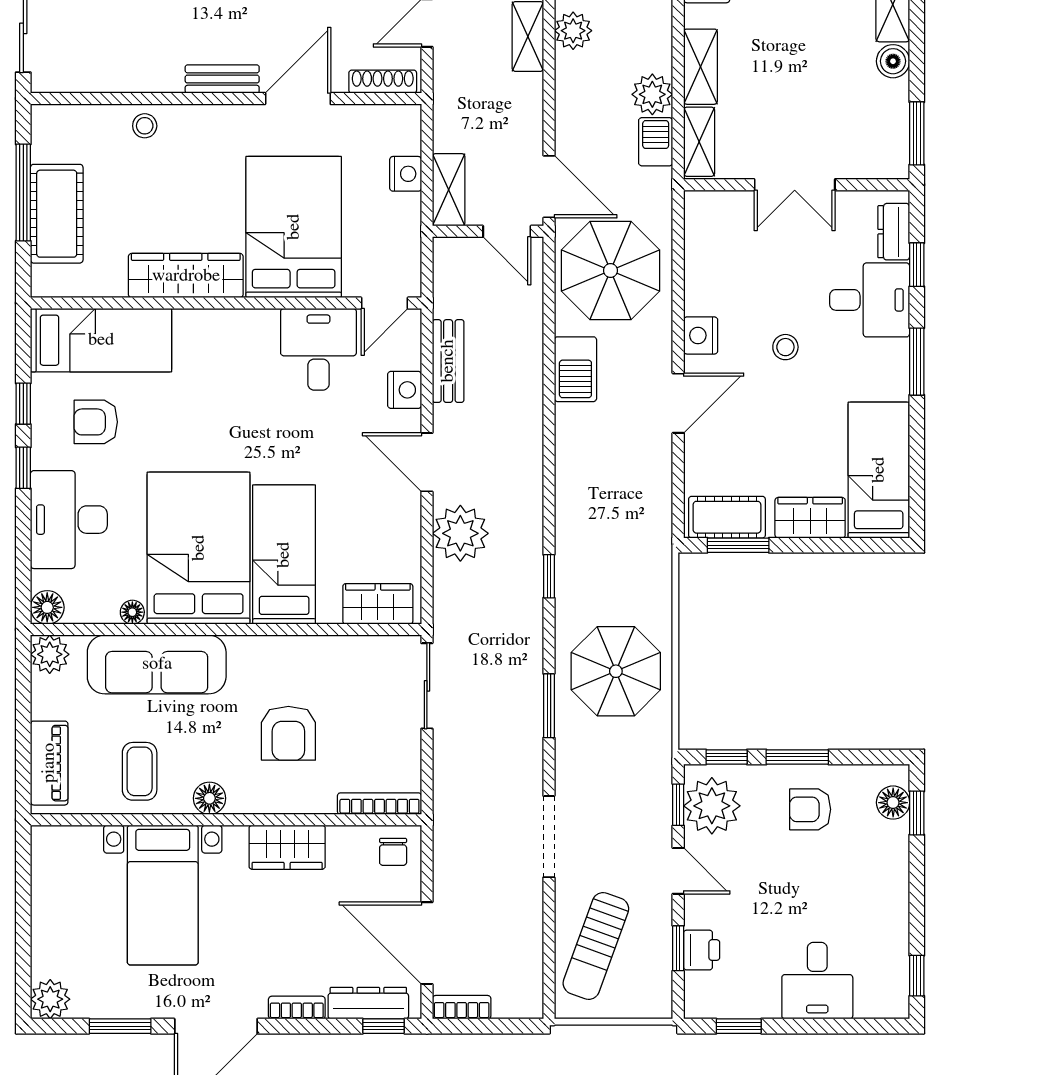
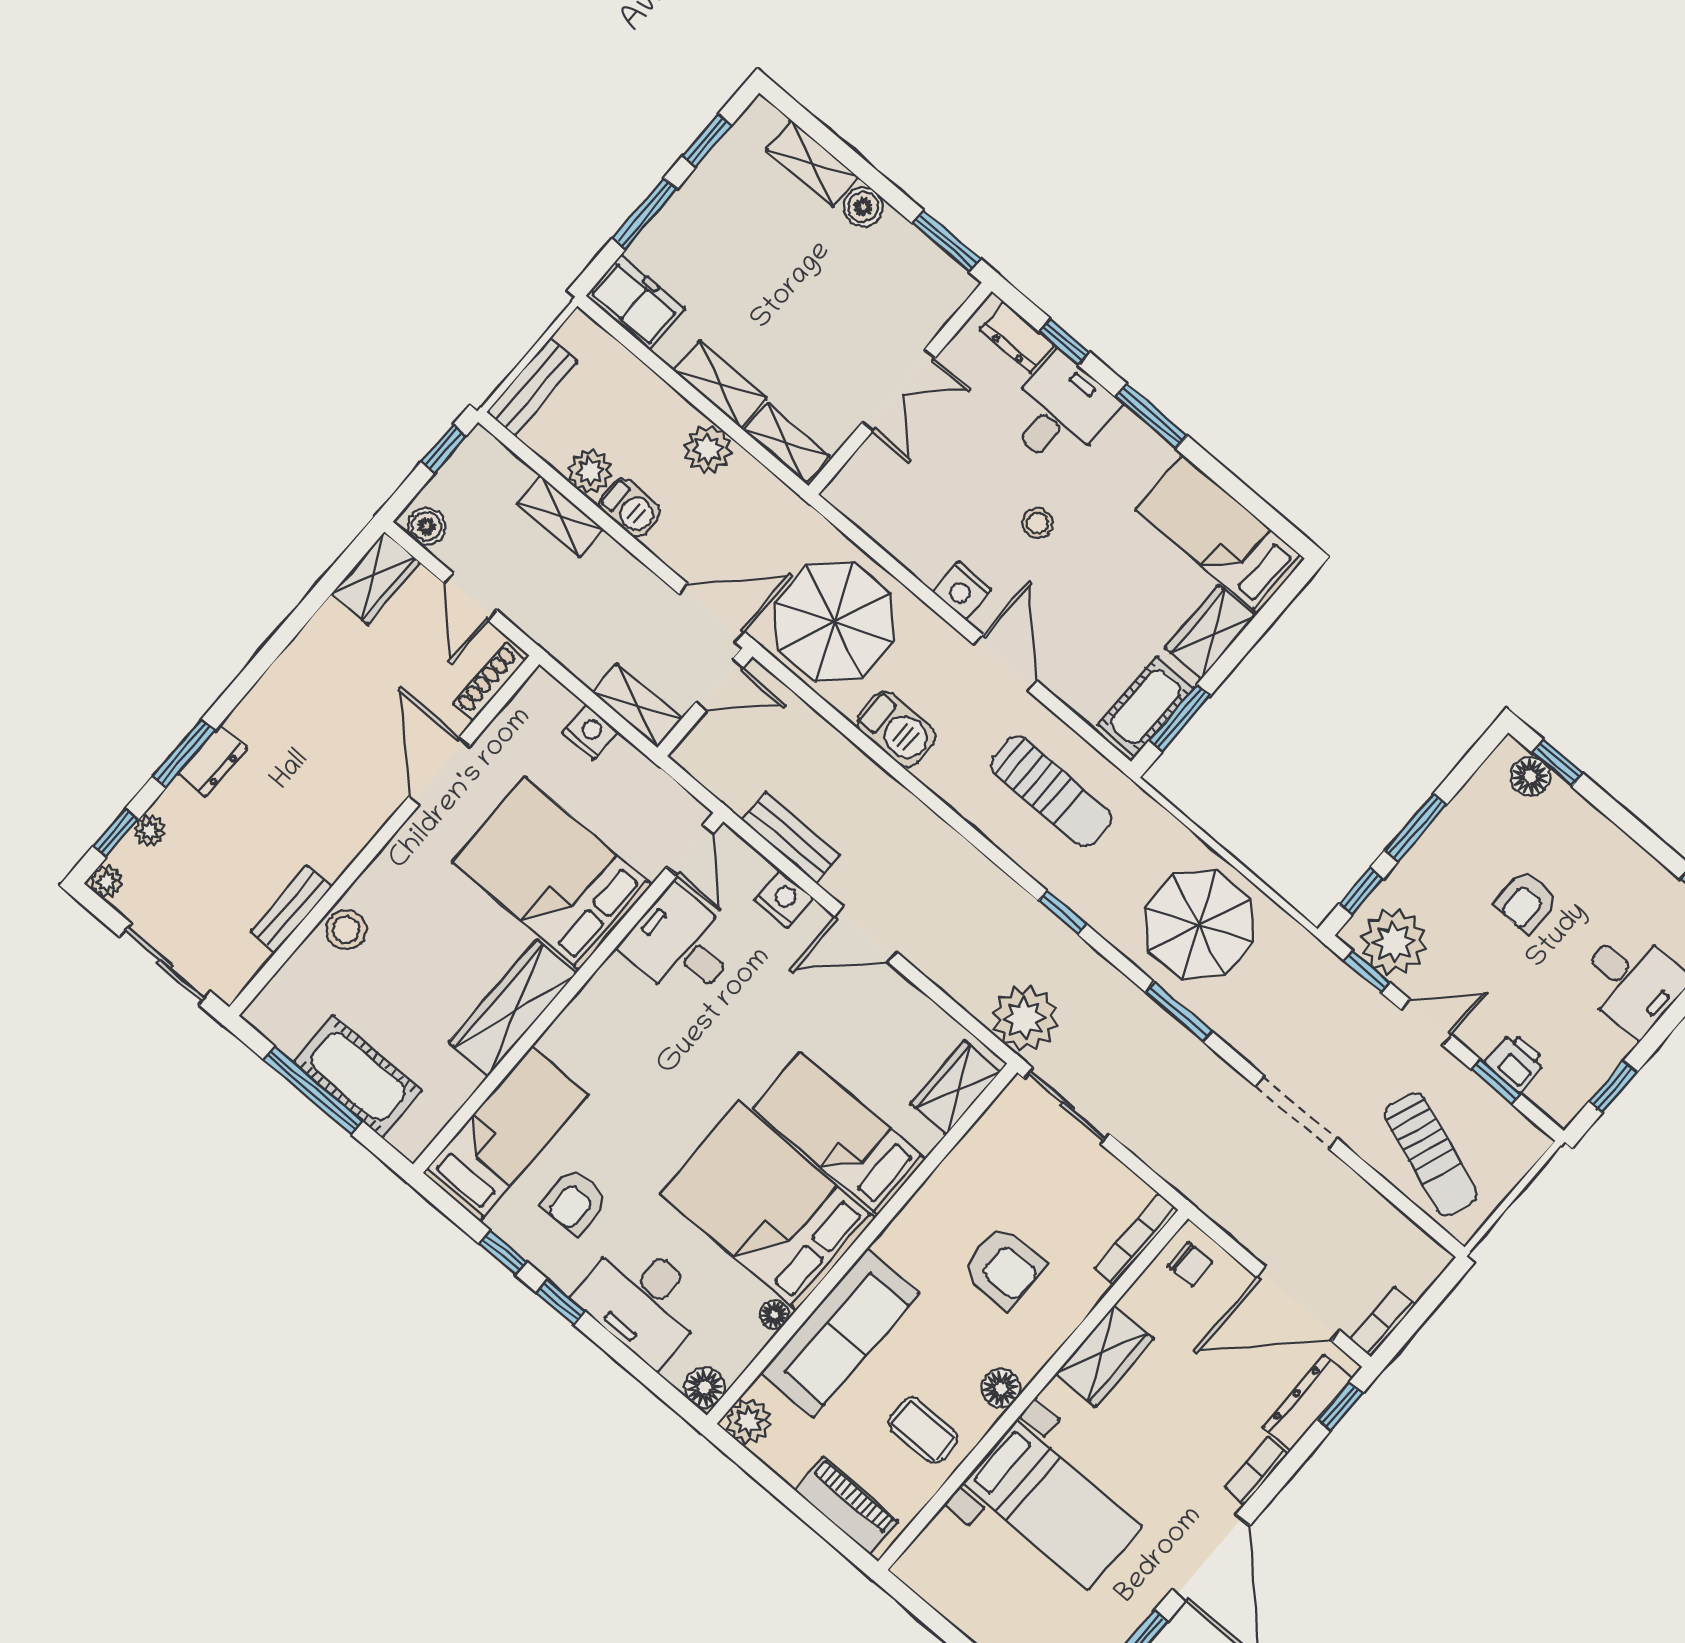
bench: (222, 79) -> (291, 909), moved
stool: (145, 126) -> (346, 930), width x1.37, depth x1.37
barbecue: (656, 142) -> (630, 508), moved, turned 180
sun lounger: (620, 503) -> (1051, 791), added
plant: (460, 533) -> (1025, 1018), moved
armchair: (810, 809) -> (1526, 902), moved

